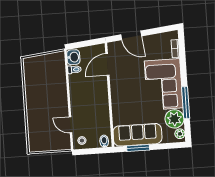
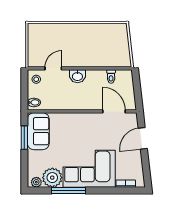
washbasin: (73, 57) -> (77, 76), moved
sofa: (138, 135) -> (38, 131), width x0.73

